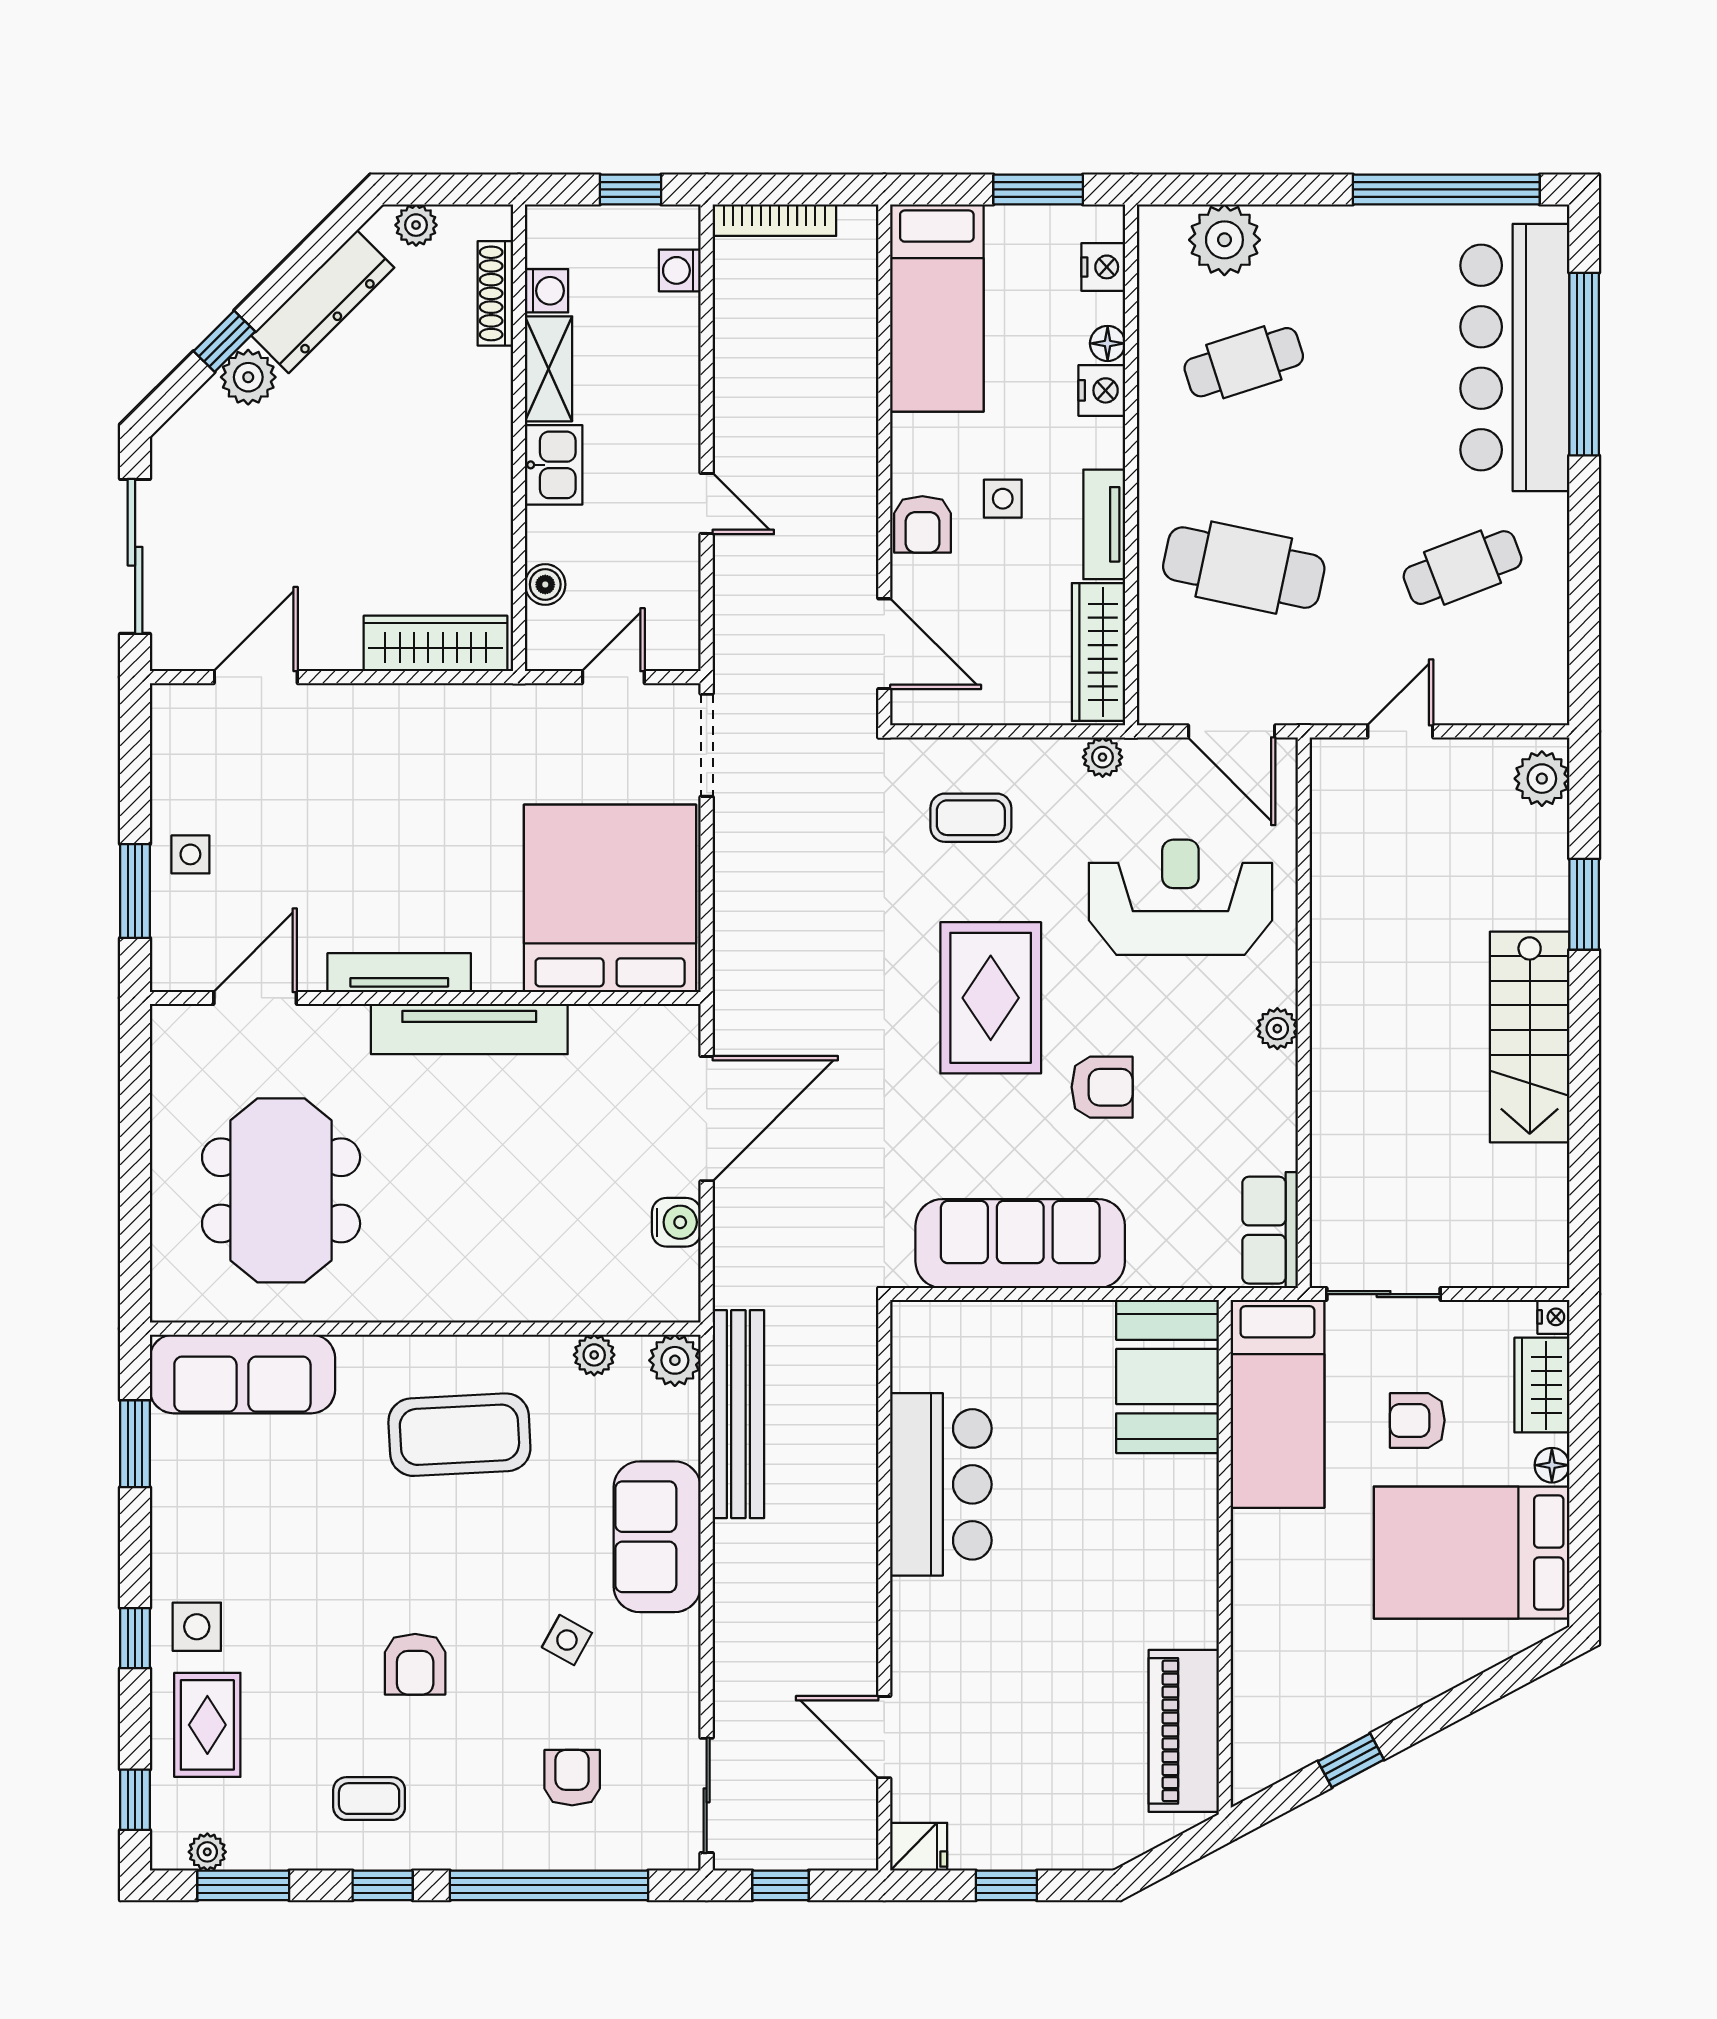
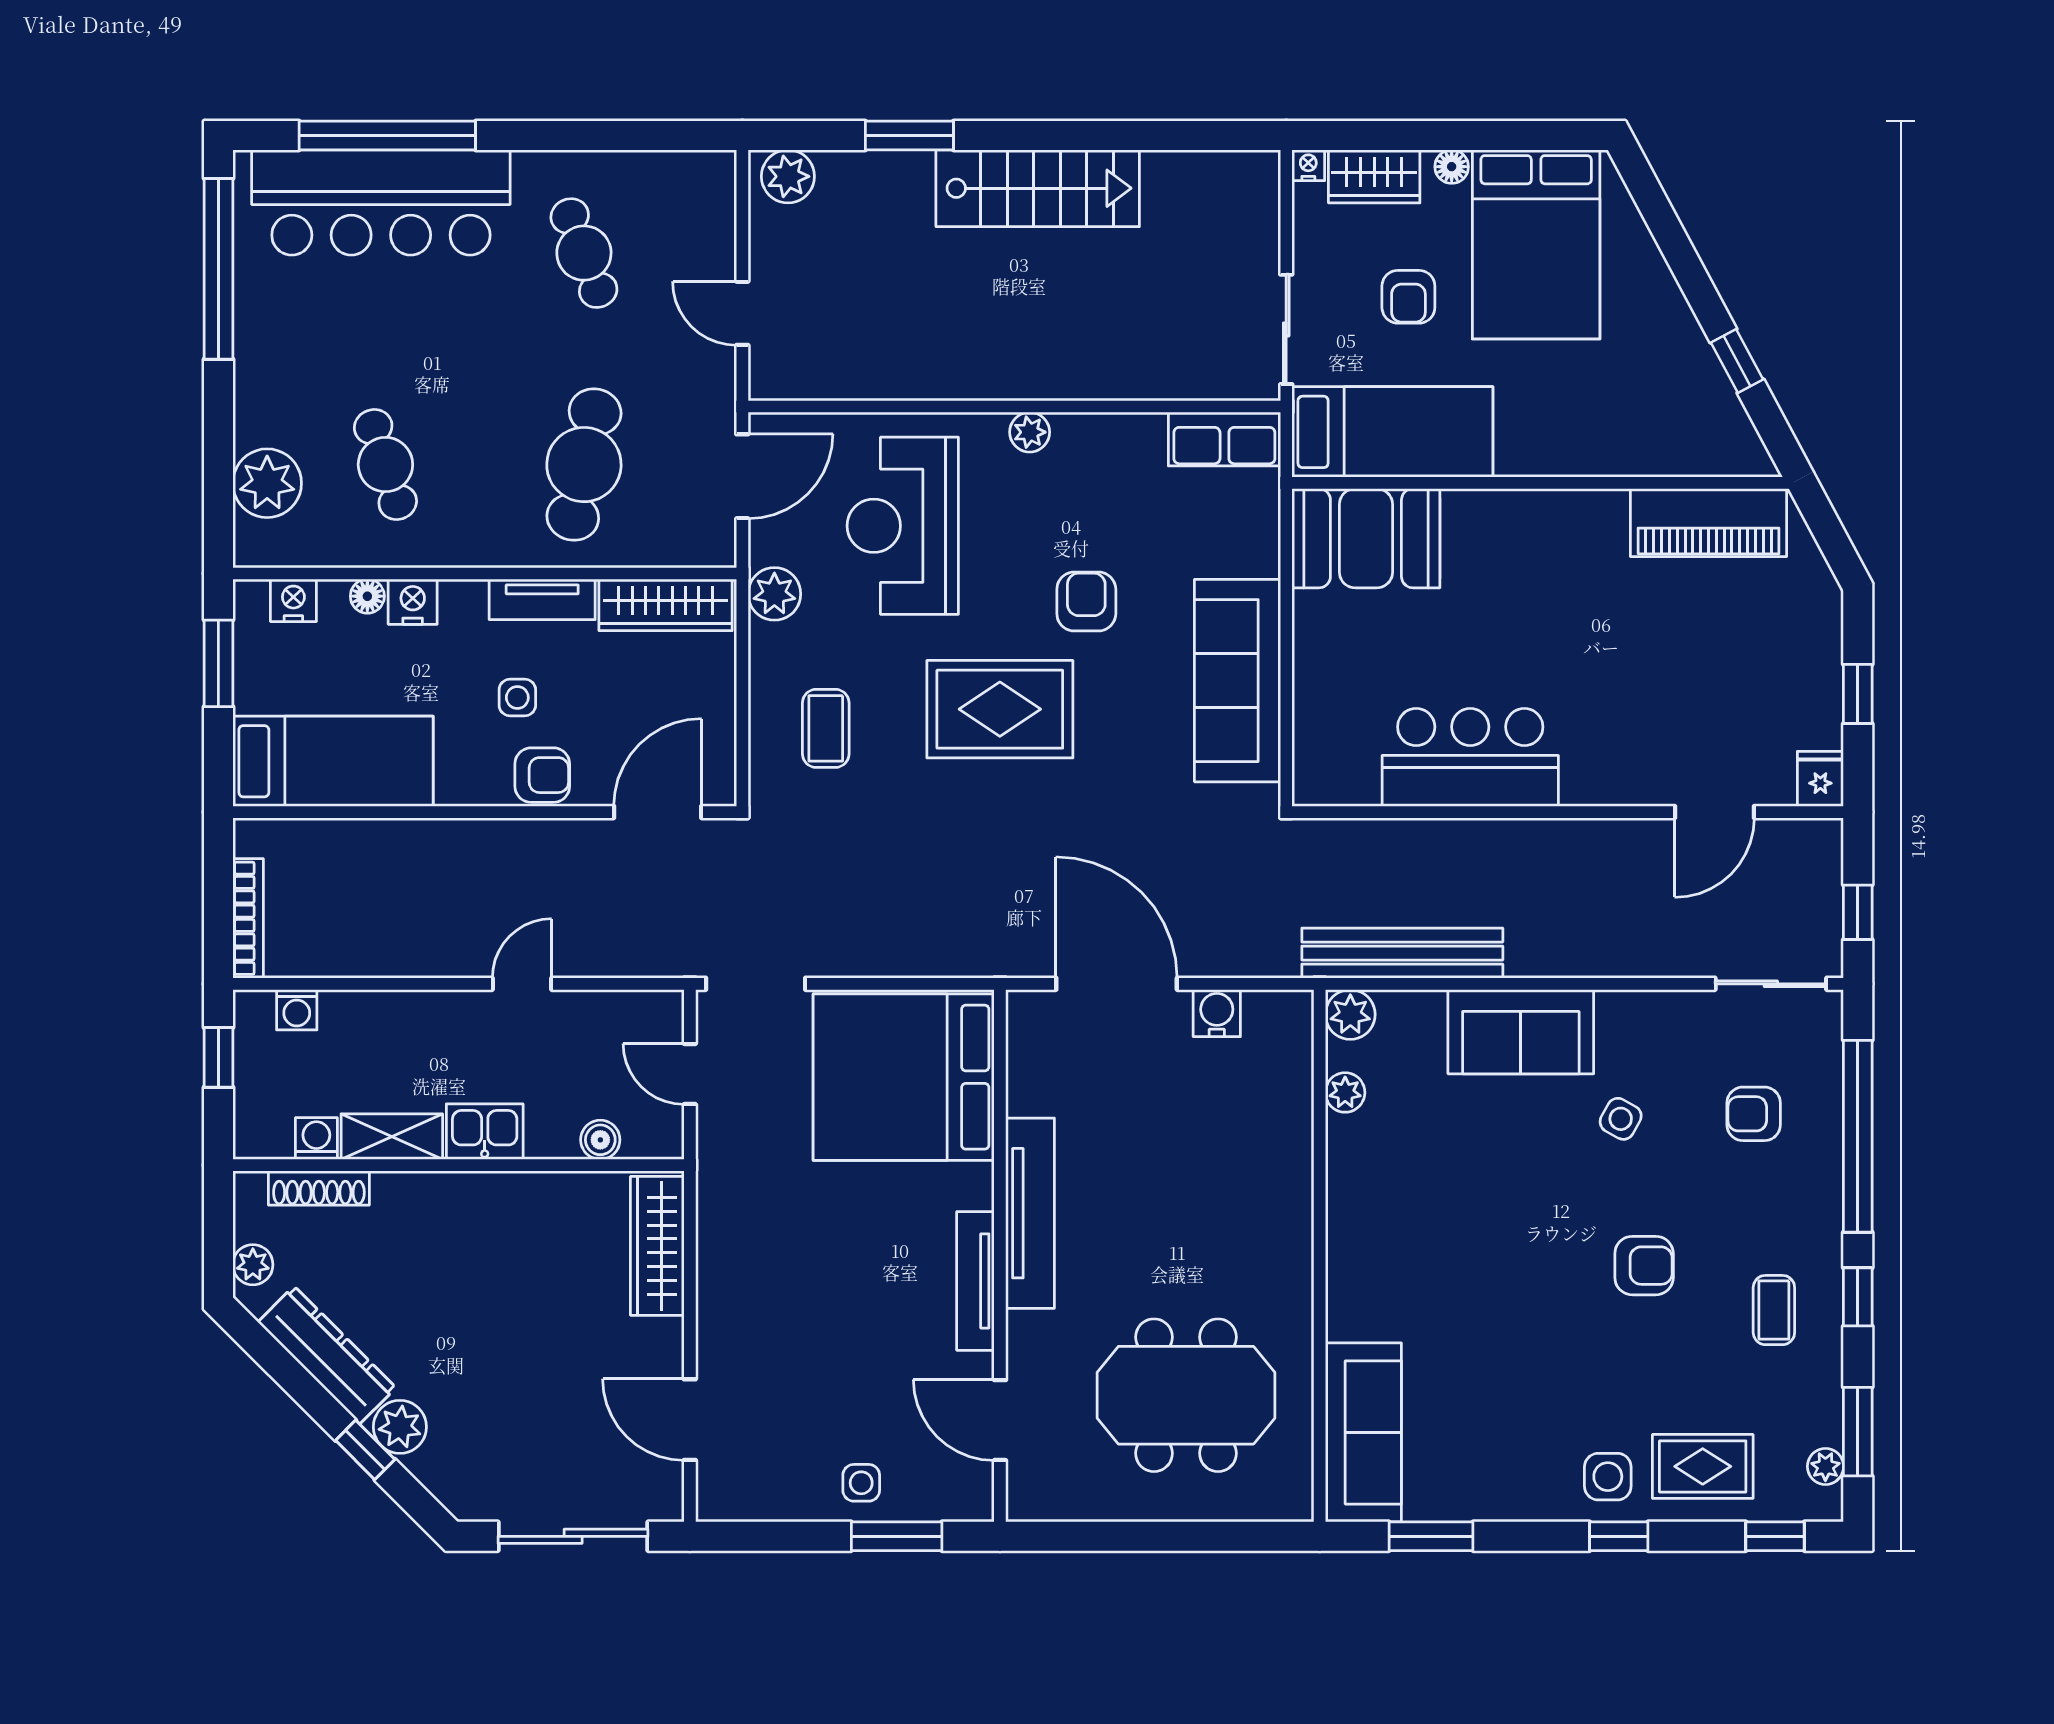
plant: (1103, 757) -> (774, 594), width x1.38, depth x1.38
coffee table: (459, 1435) -> (1422, 1223), removed

